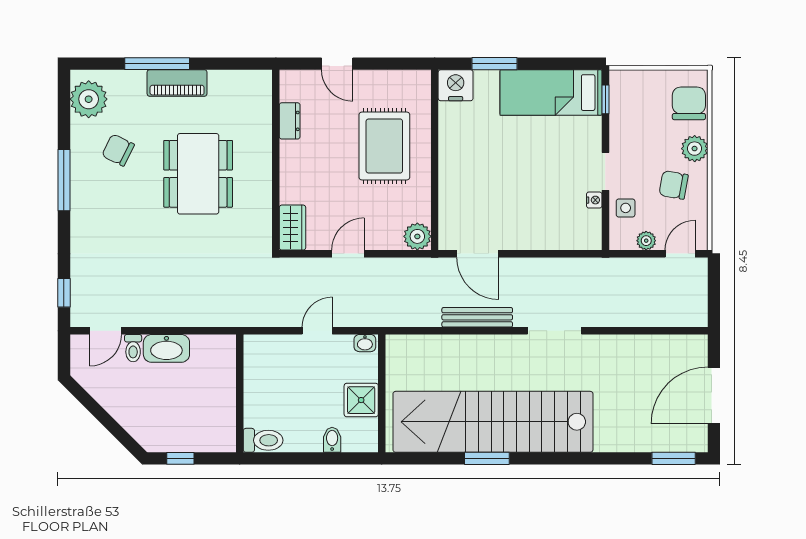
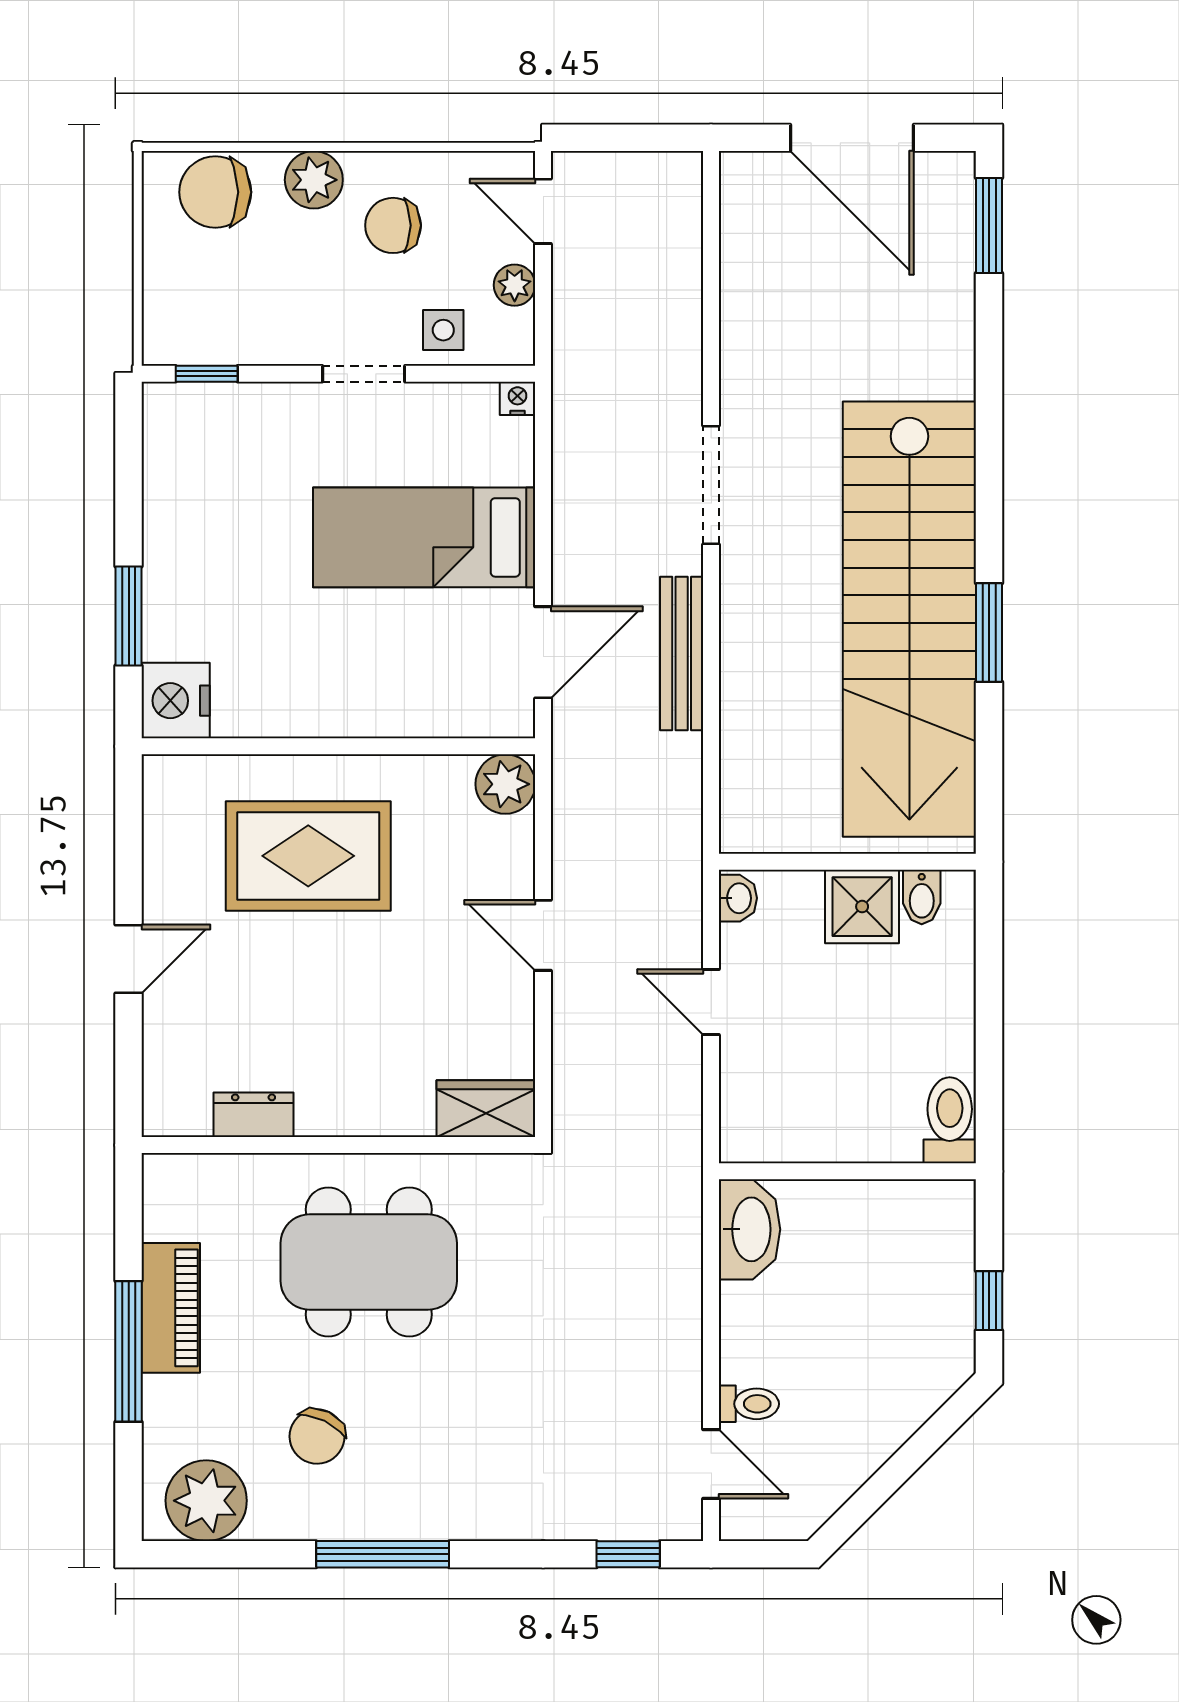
bed: (551, 93) -> (424, 537), moved, turned 90
dresser: (290, 121) -> (254, 1115), moved
wall: (276, 160) -> (338, 1145), moved
chair: (674, 185) -> (393, 225), turned 80
nightstand: (594, 200) -> (517, 398), moved
wardrobe: (292, 228) -> (486, 1109), moved
washbasin: (166, 348) -> (750, 1229), moved
bidet: (332, 440) -> (922, 897), moved, turned -90

